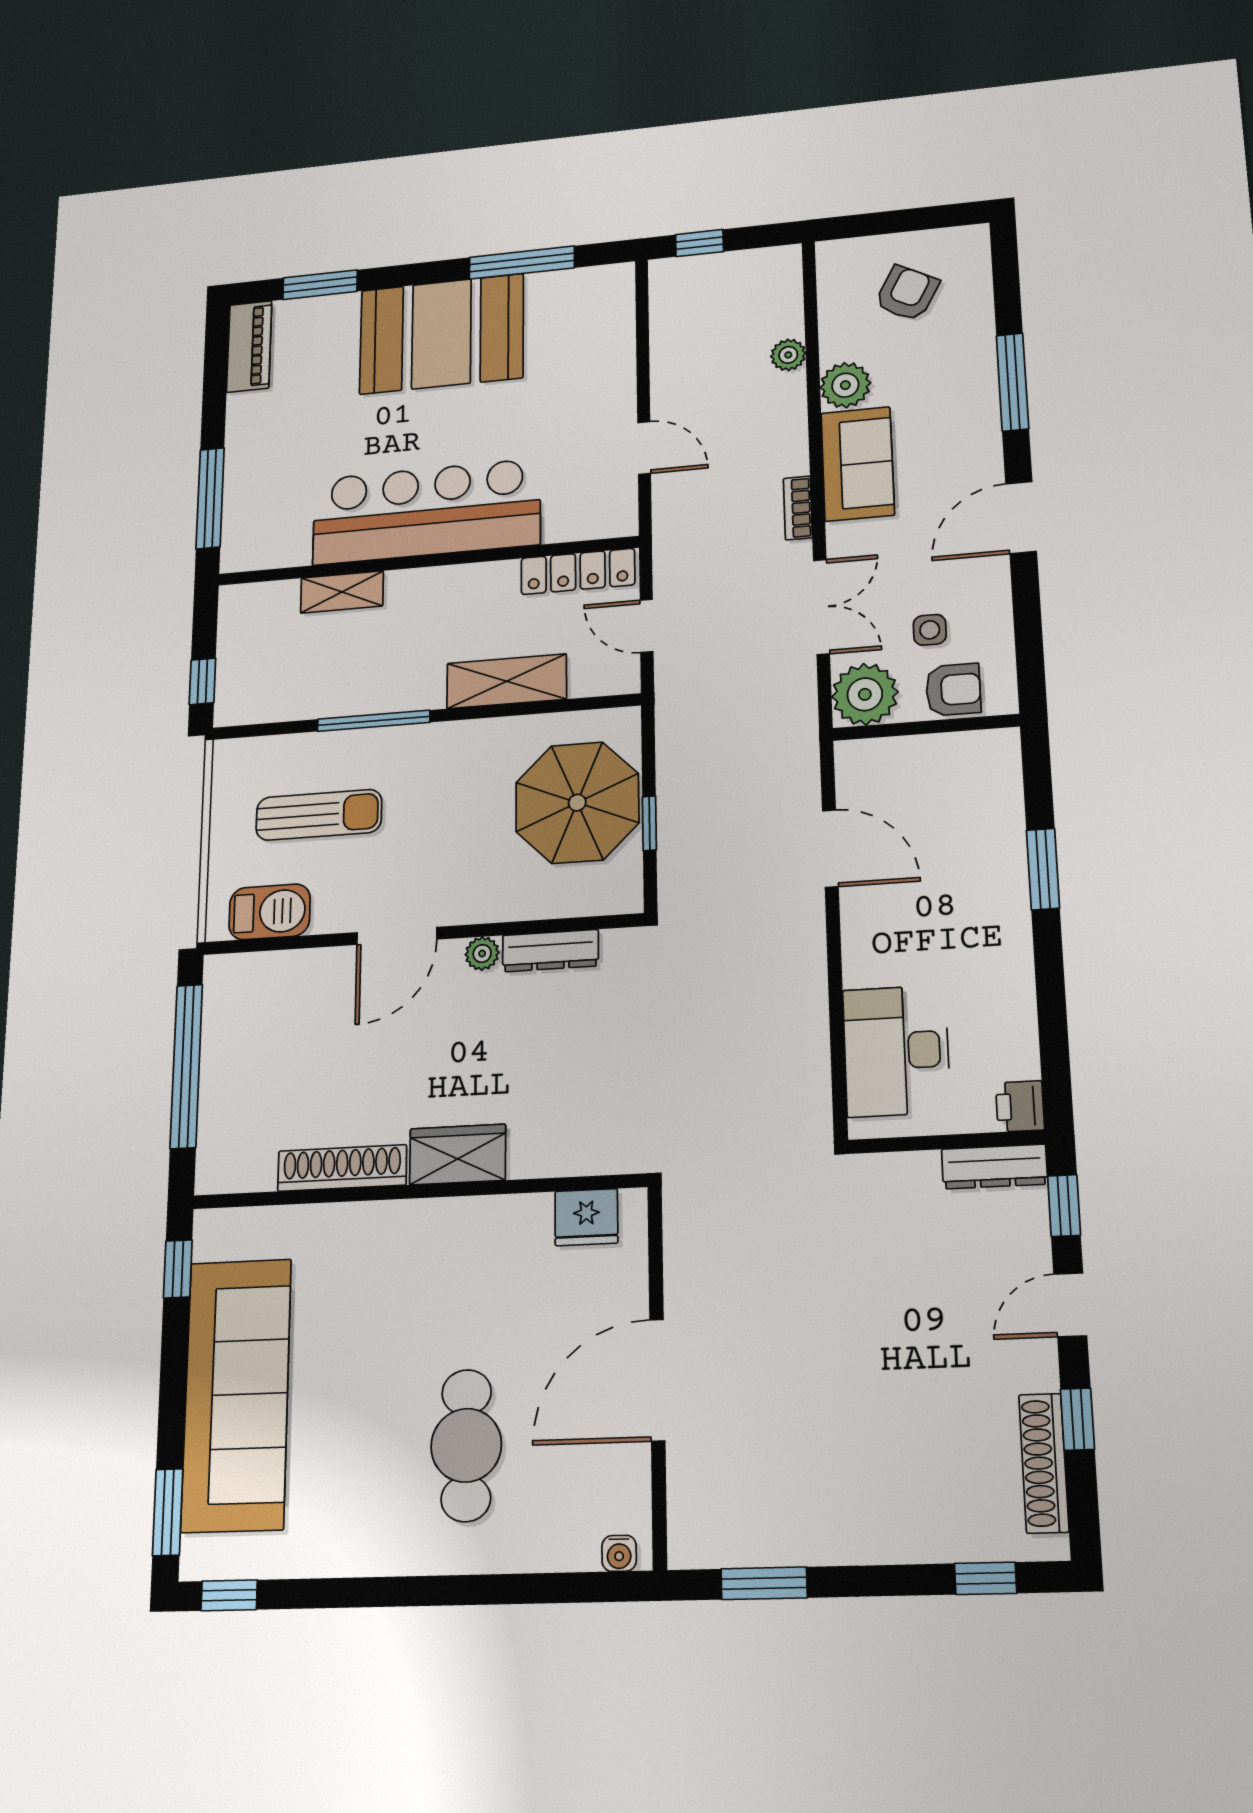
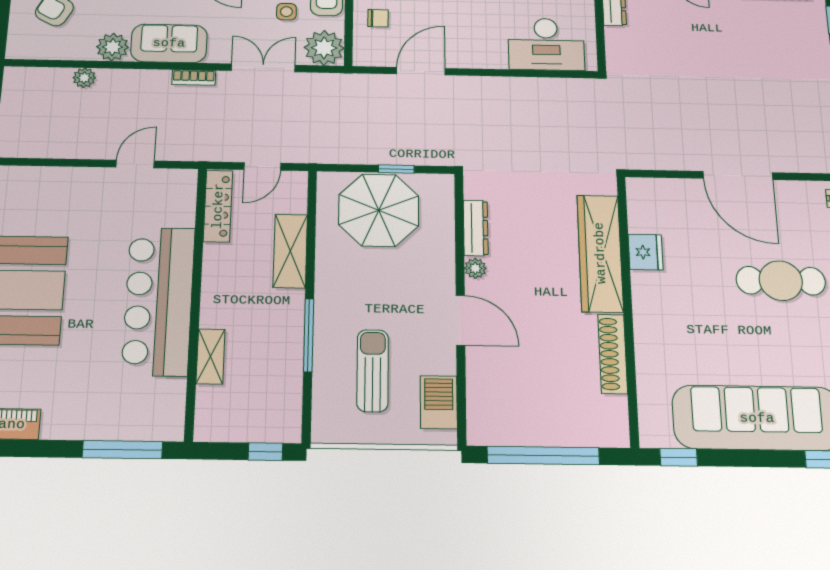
chair: (928, 773) -> (378, 18), added
wardrobe: (458, 1154) -> (600, 253), width x2.10, depth x1.17
fridge: (586, 1217) -> (646, 252), moved

